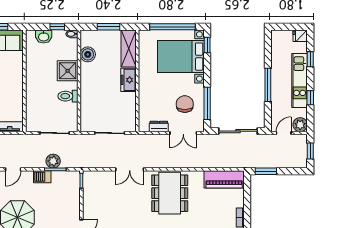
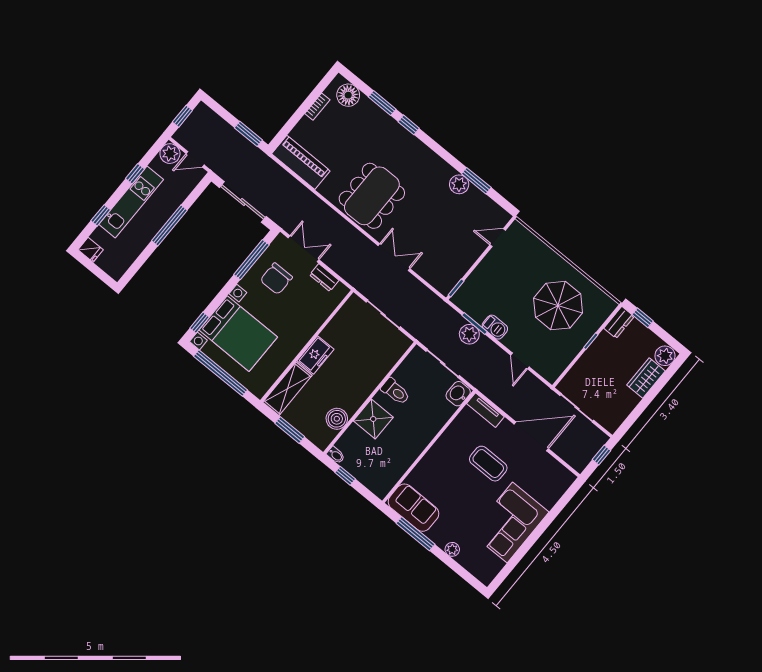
washbasin: (44, 37) -> (458, 394), moved, turned -90
door: (13, 169) -> (520, 361), swing flipped

